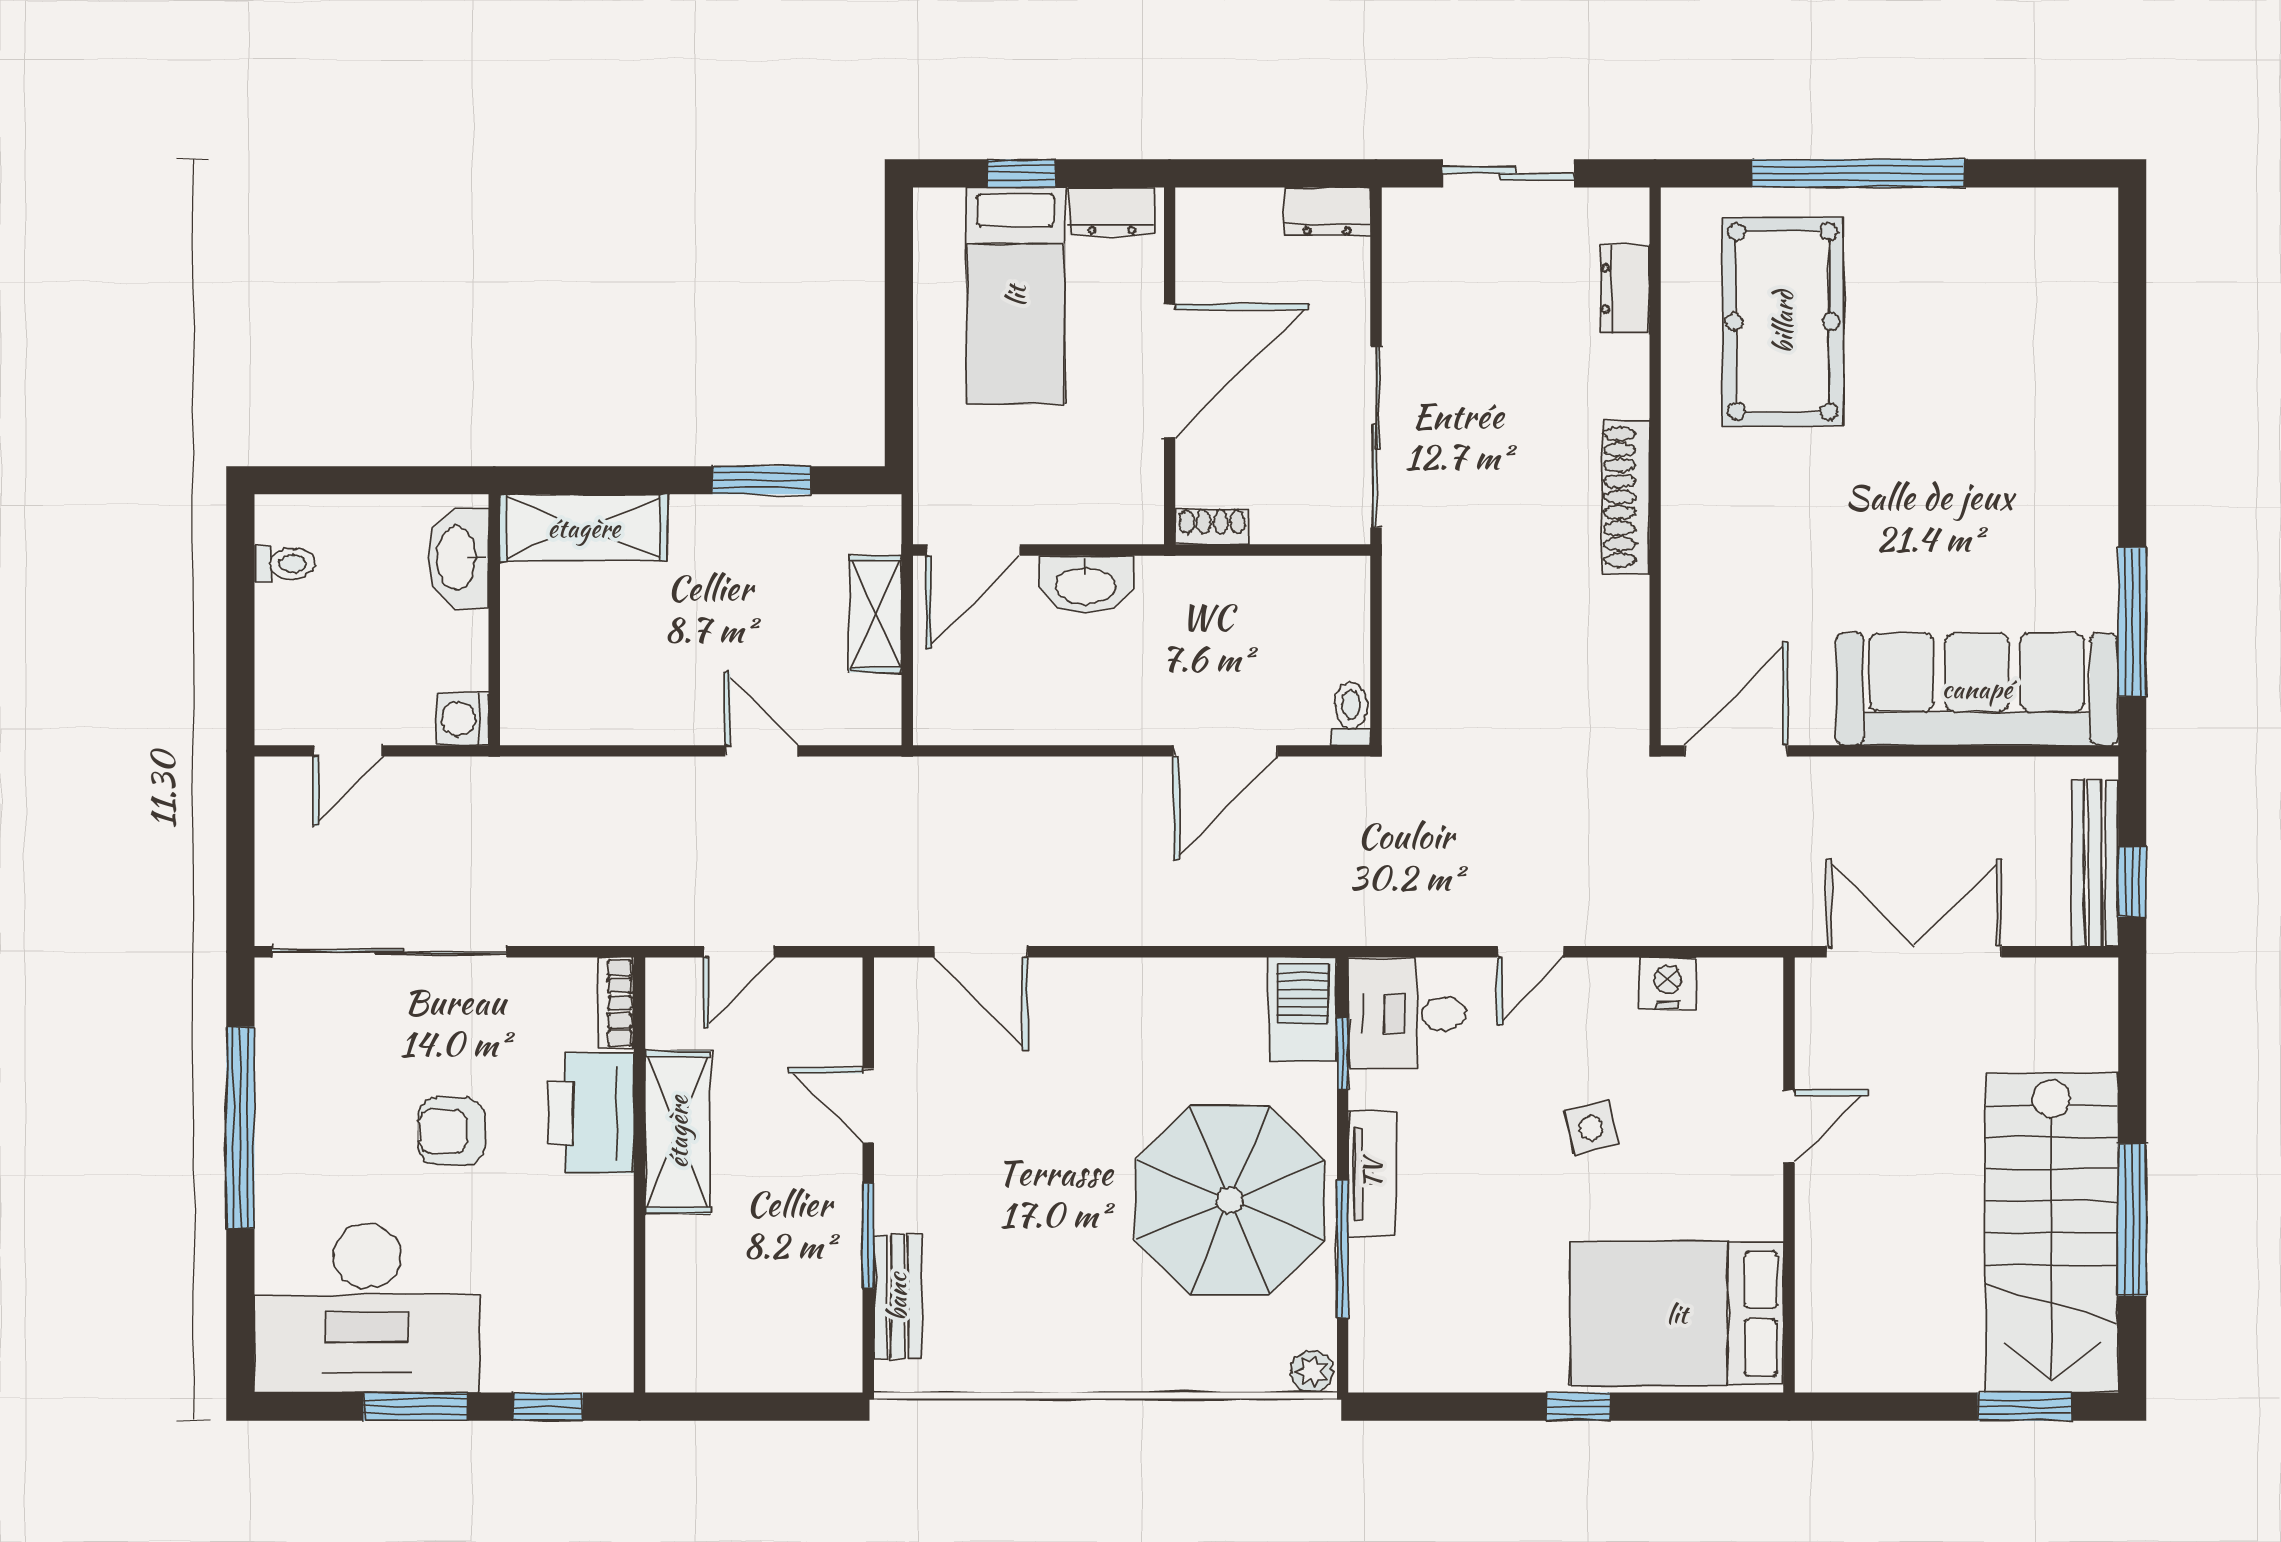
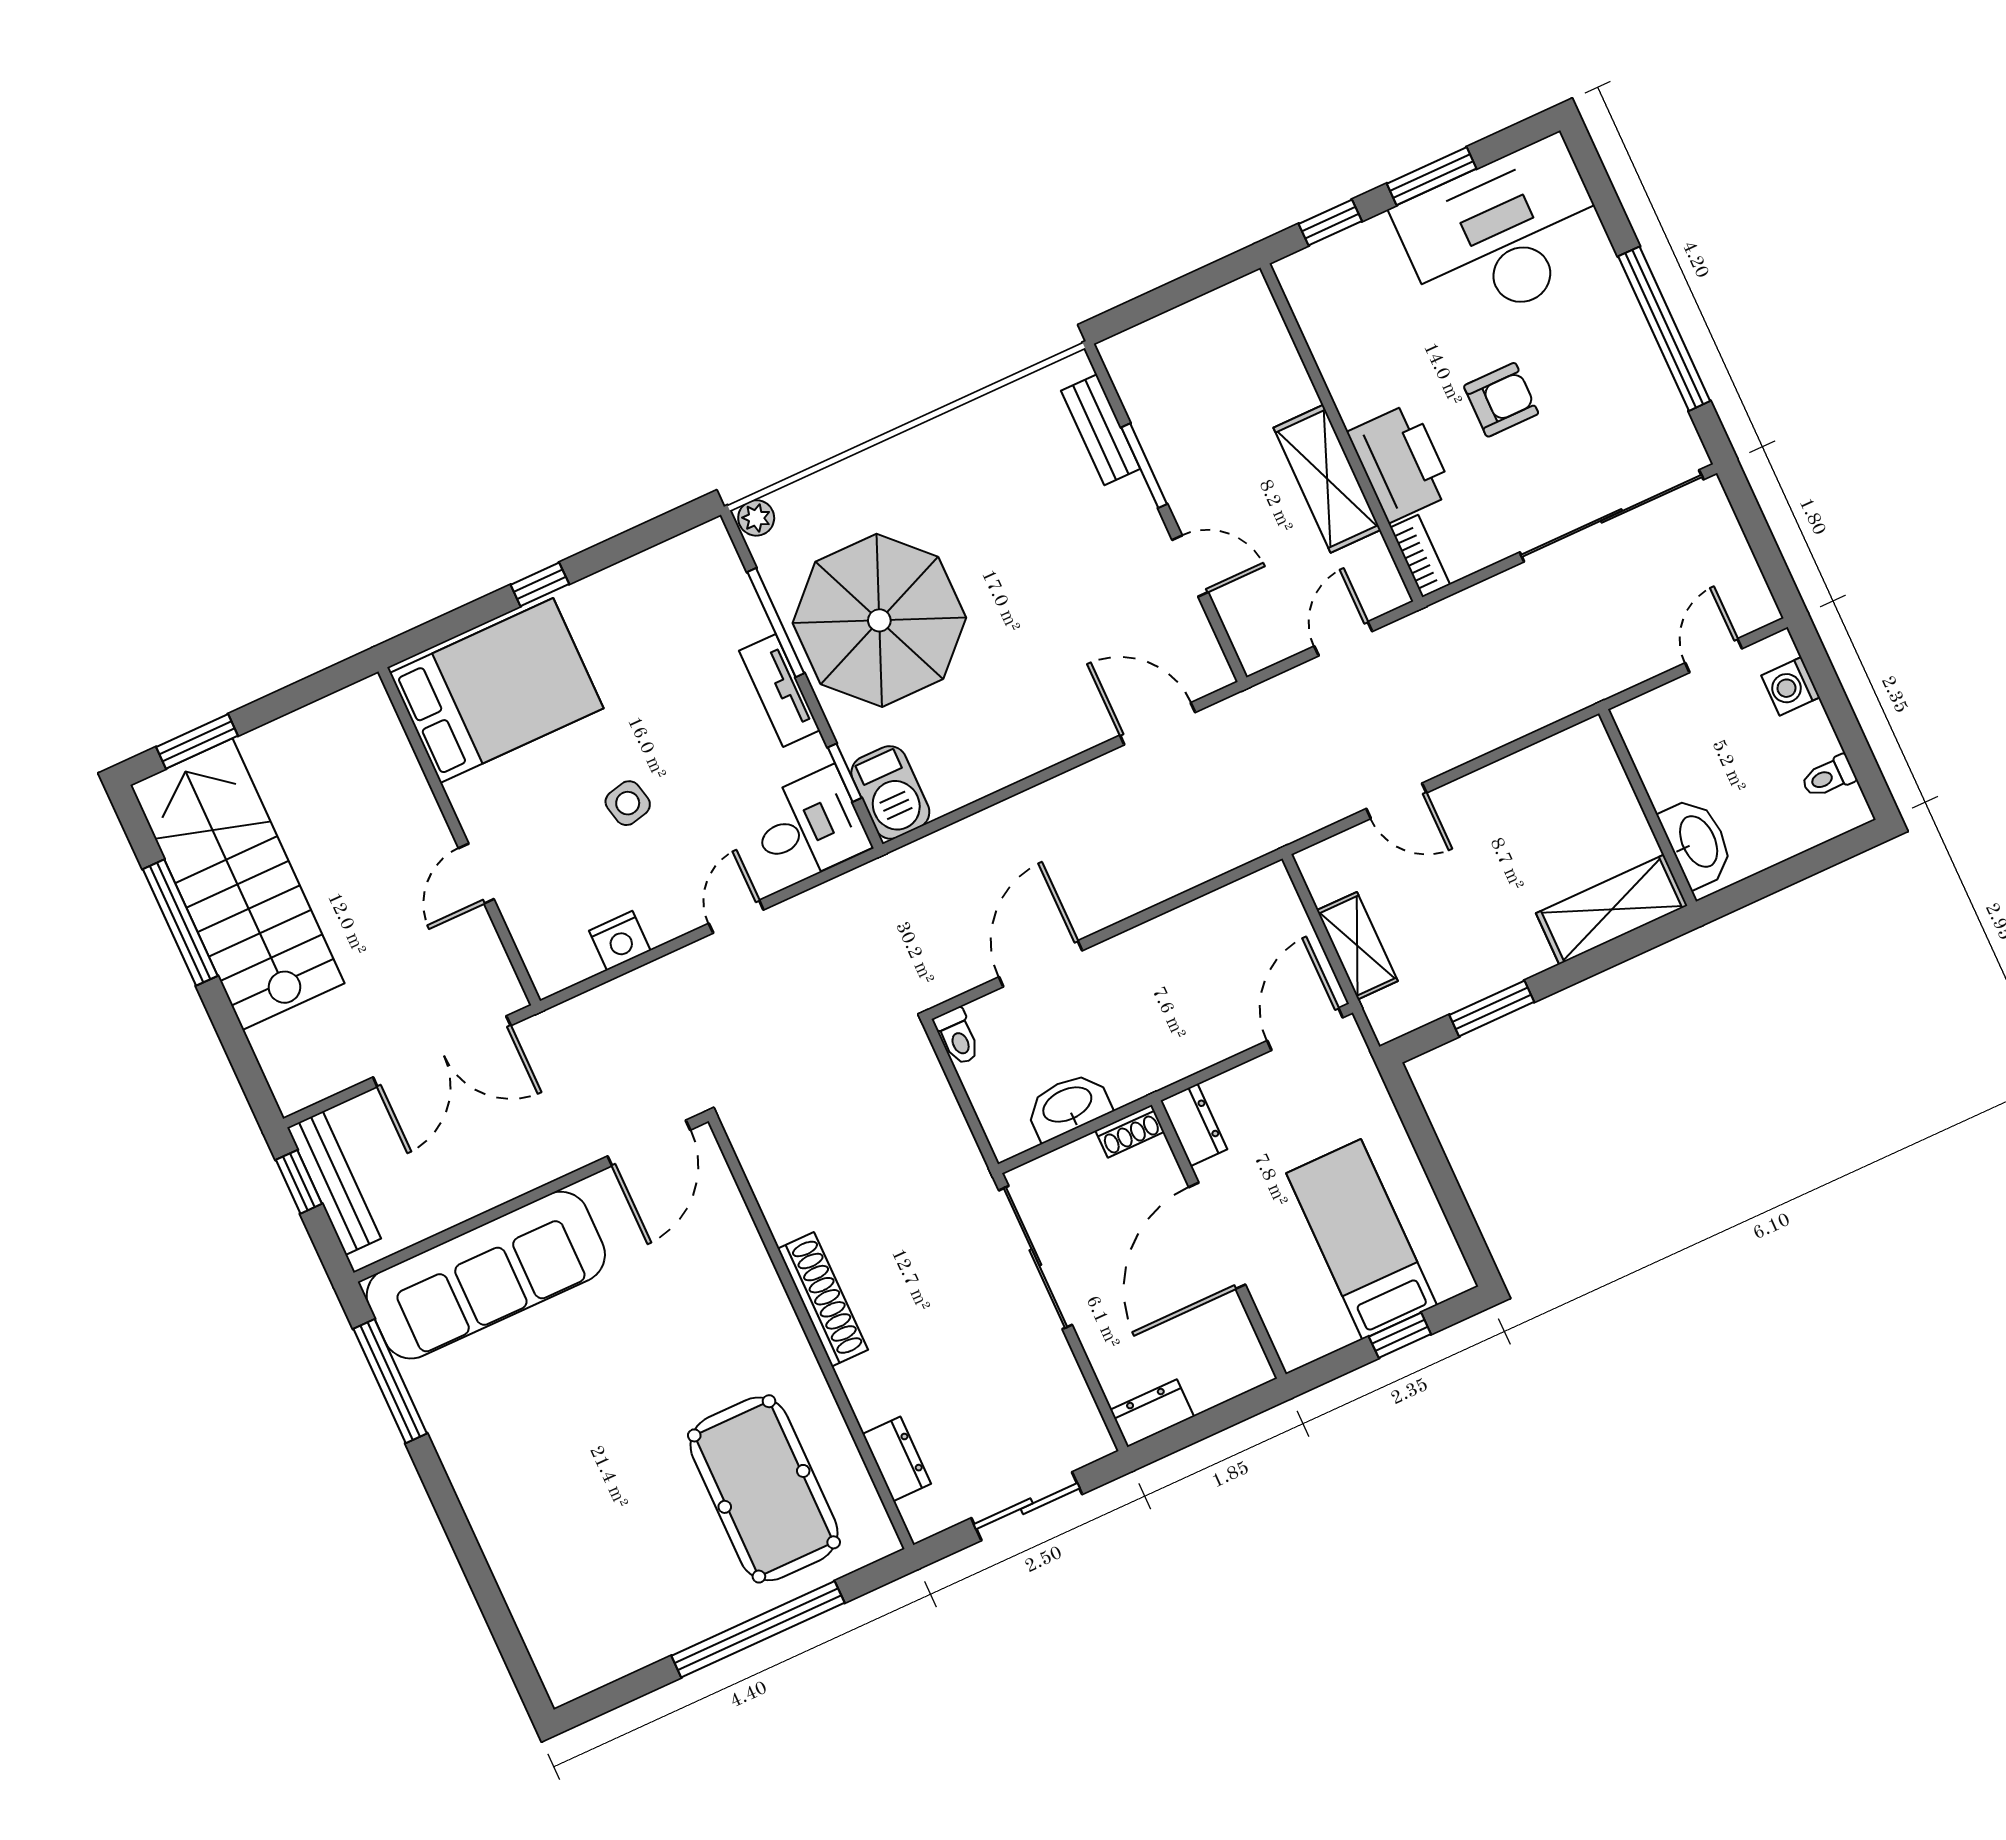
dresser: (1112, 211) -> (1194, 1125), moved, turned 90
washbasin: (1086, 584) -> (1068, 1106), moved
washing machine: (462, 719) -> (1791, 686), moved, turned 180

